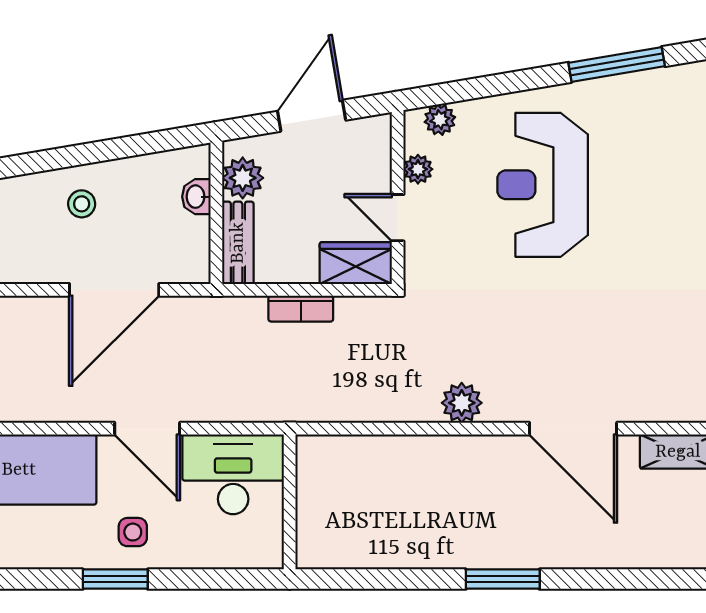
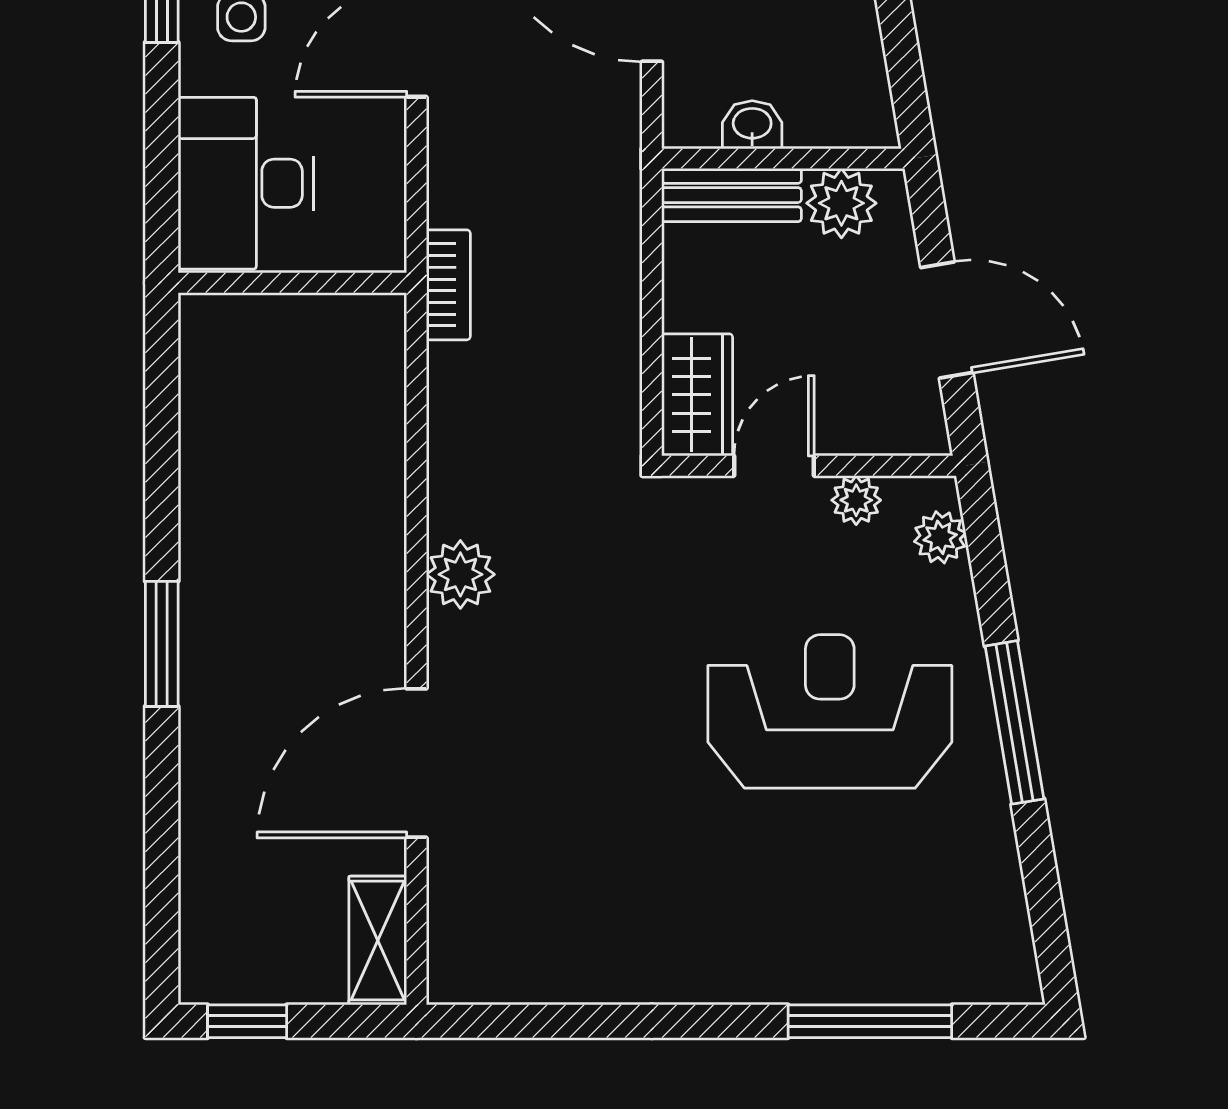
window: (617, 64) -> (1014, 722), moved
washbasin: (196, 197) -> (752, 125), moved
bookcase: (301, 309) -> (448, 285), moved, turned 180
desk: (233, 474) -> (246, 183), moved, turned 180

